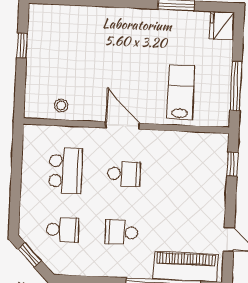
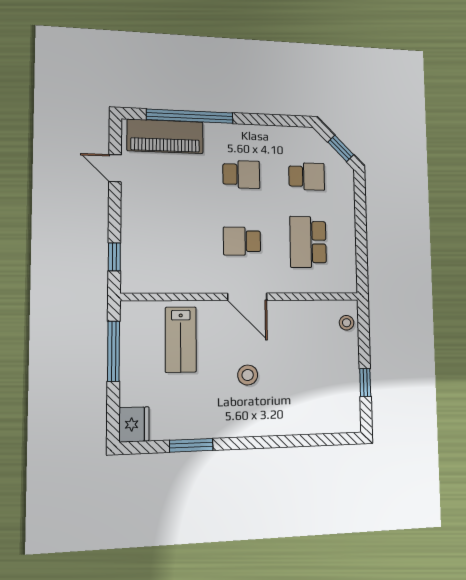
stool: (126, 59) -> (248, 375), added
stool: (61, 105) -> (347, 323), moved
school desk: (63, 230) -> (307, 176), turned 180

